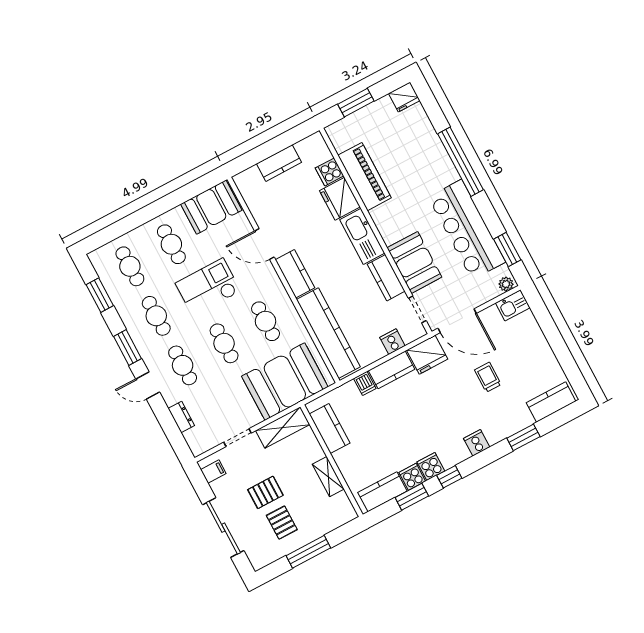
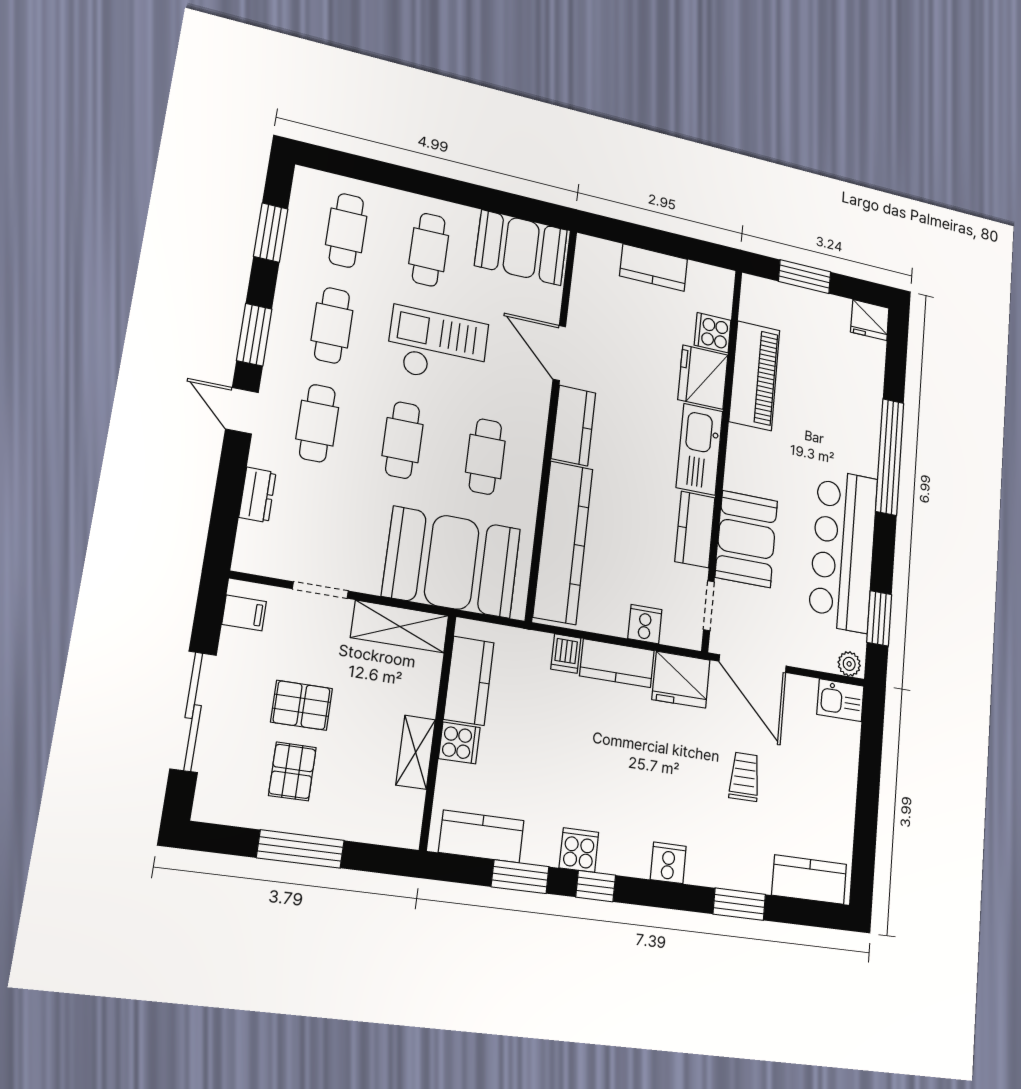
cooker: (412, 477) -> (459, 743), moved, turned 90

